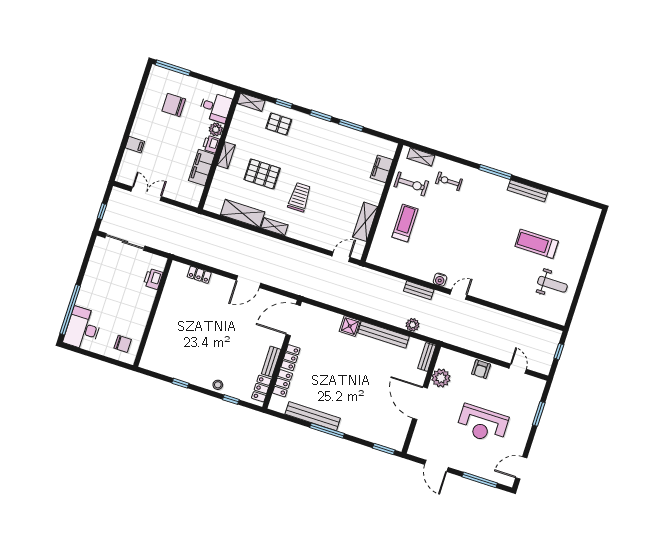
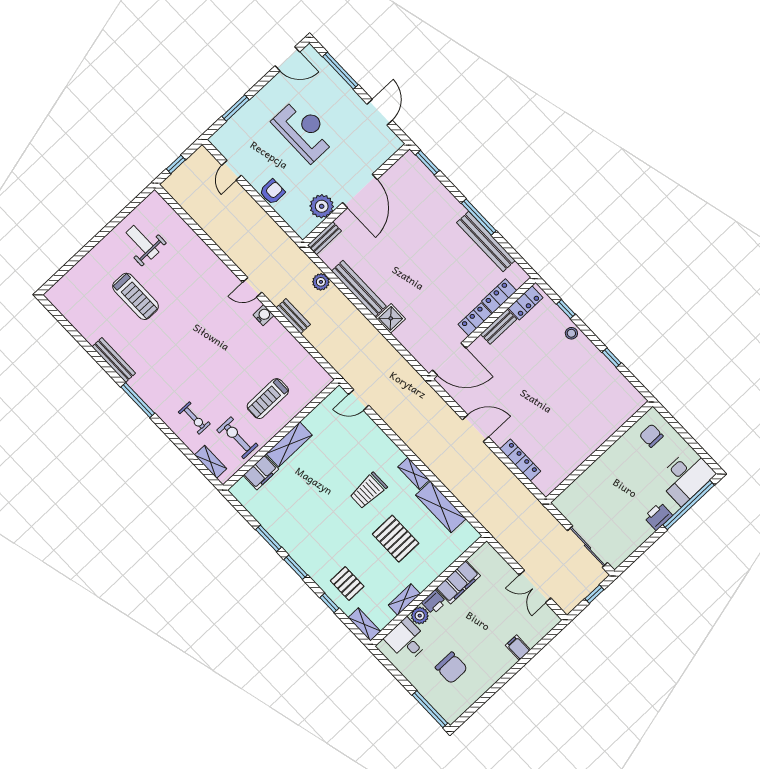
shelving: (226, 155) -> (404, 599), moved
shelving: (365, 222) -> (289, 444), moved
locker: (199, 275) -> (520, 460), width x1.53
printer: (153, 279) -> (658, 516), moved, turned 180

